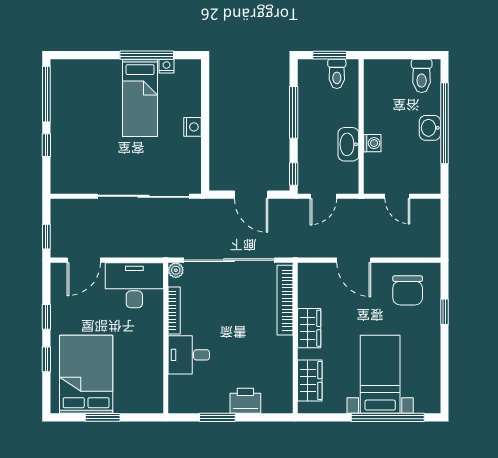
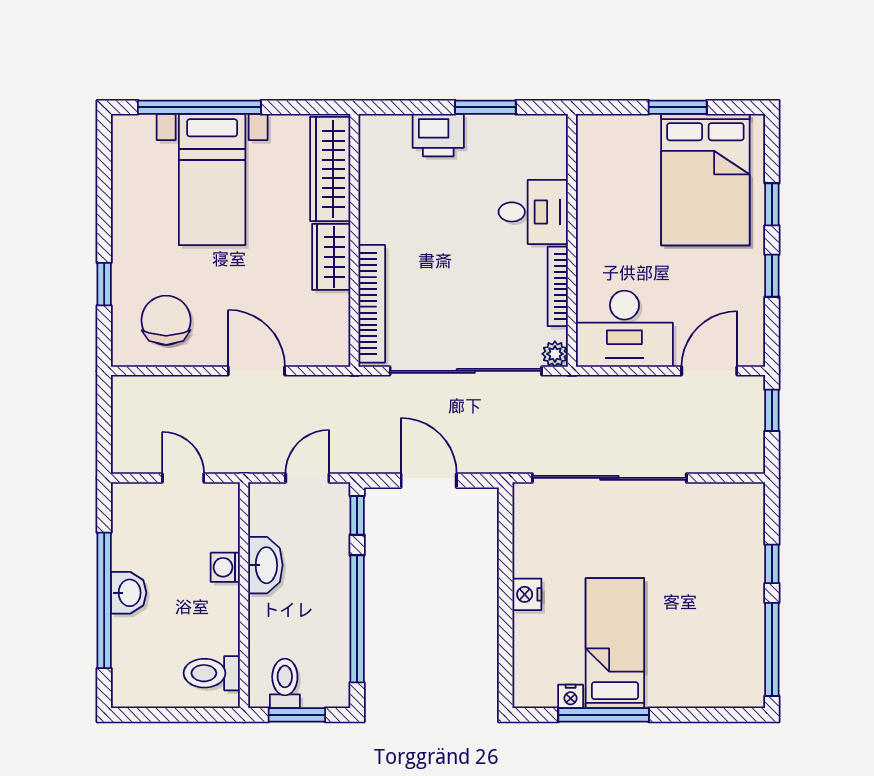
toilet: (422, 76) -> (212, 673), moved, turned -90
window: (294, 112) -> (357, 619), width x1.46
wardrobe: (310, 381) -> (330, 169), width x1.50

